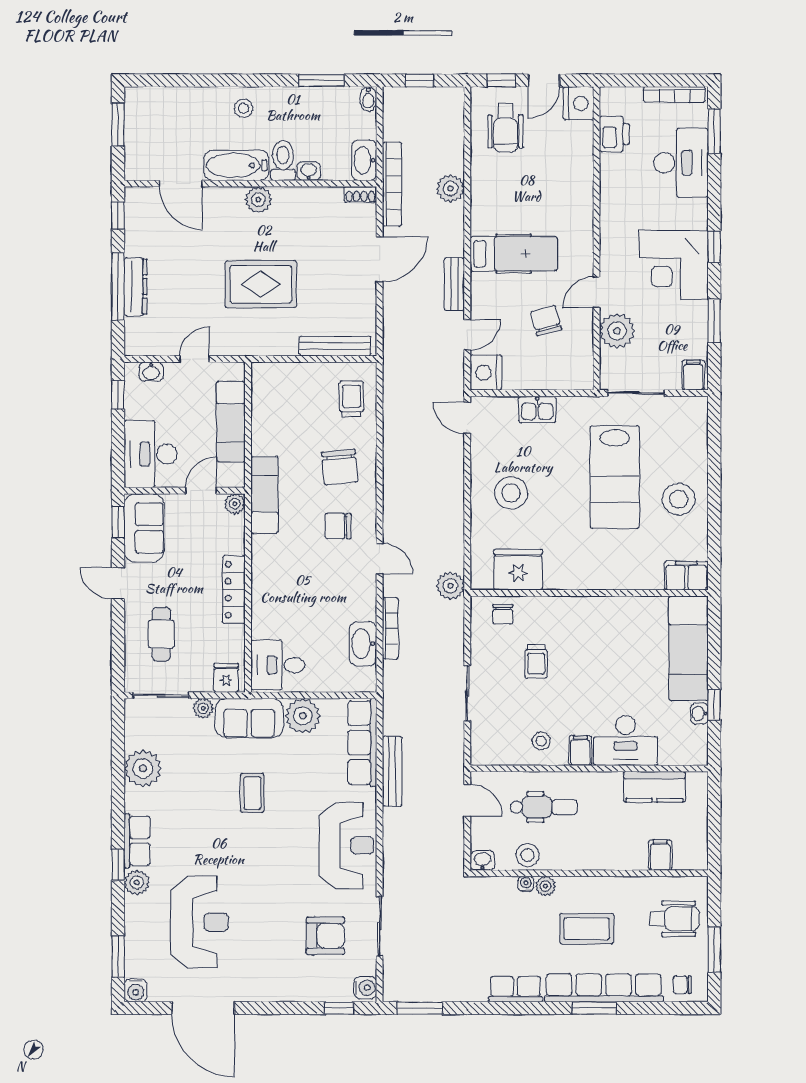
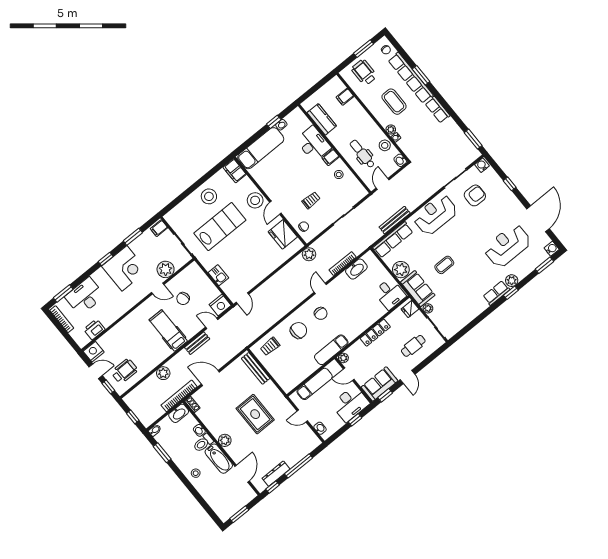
dresser: (136, 286) -> (276, 474), moved
window: (118, 395) -> (355, 420), moved
stool: (511, 493) -> (255, 200), moved
door: (571, 593) -> (275, 208), added
plant: (143, 768) -> (468, 312), removed
armchair: (325, 936) -> (475, 195), turned 91
window: (339, 1008) -> (510, 184), moved

